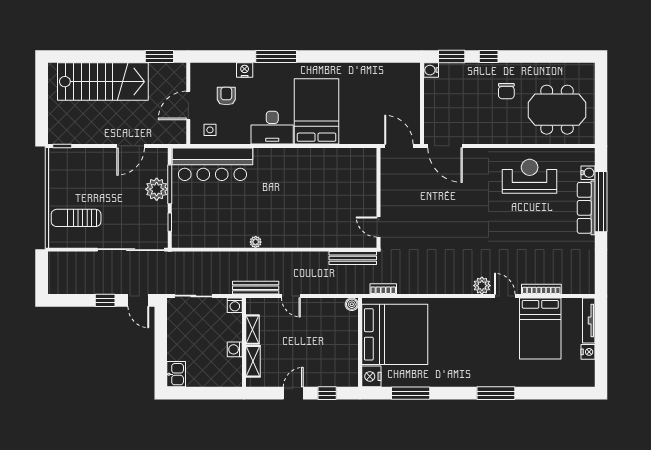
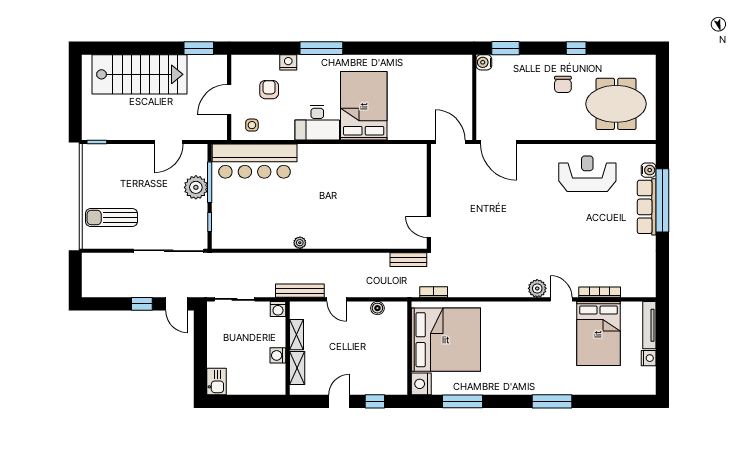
window: (489, 57) -> (576, 48), moved
bench: (353, 258) -> (408, 260), width x0.73
boiler: (352, 304) -> (377, 308), moved

